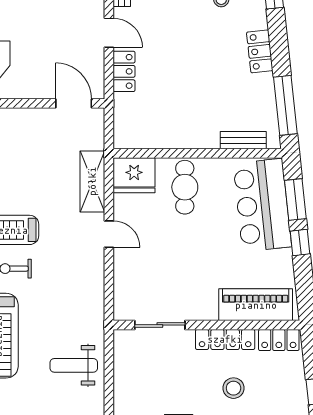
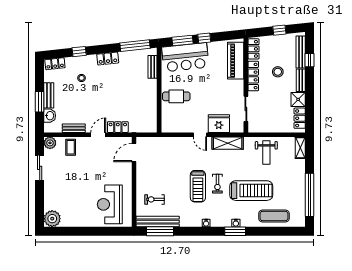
fridge: (134, 175) -> (219, 124), moved, turned -90
shelving: (92, 181) -> (228, 143), moved
door: (109, 234) -> (200, 135), swing flipped

